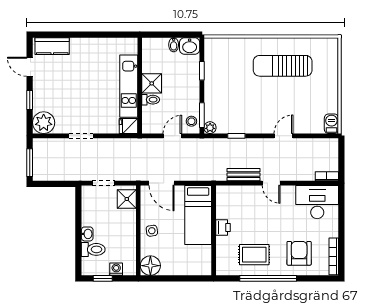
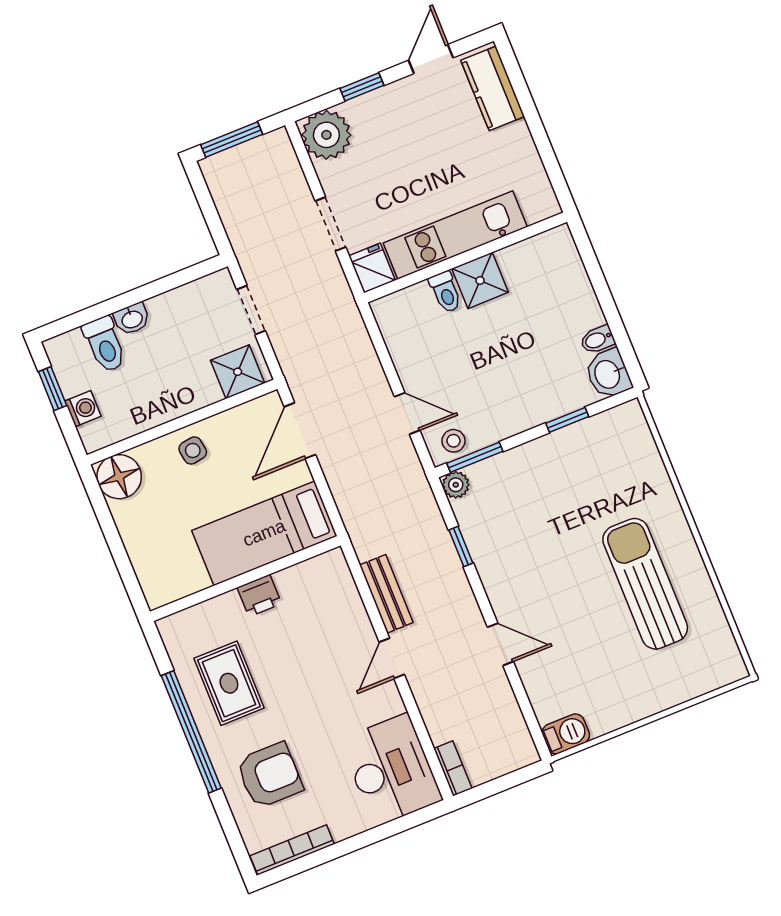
shower: (152, 83) -> (480, 280), moved
kitchen unit: (129, 86) -> (455, 235), moved
wall: (140, 86) -> (466, 257), moved
toilet: (151, 100) -> (445, 292), moved
fridge: (129, 126) -> (372, 268), moved

